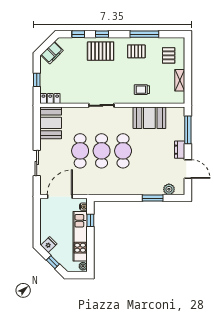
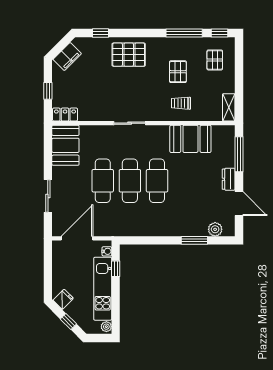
window: (102, 34) -> (220, 33), moved
pallet: (136, 51) -> (178, 72), moved, turned 90
shelving: (180, 80) -> (229, 107), moved

